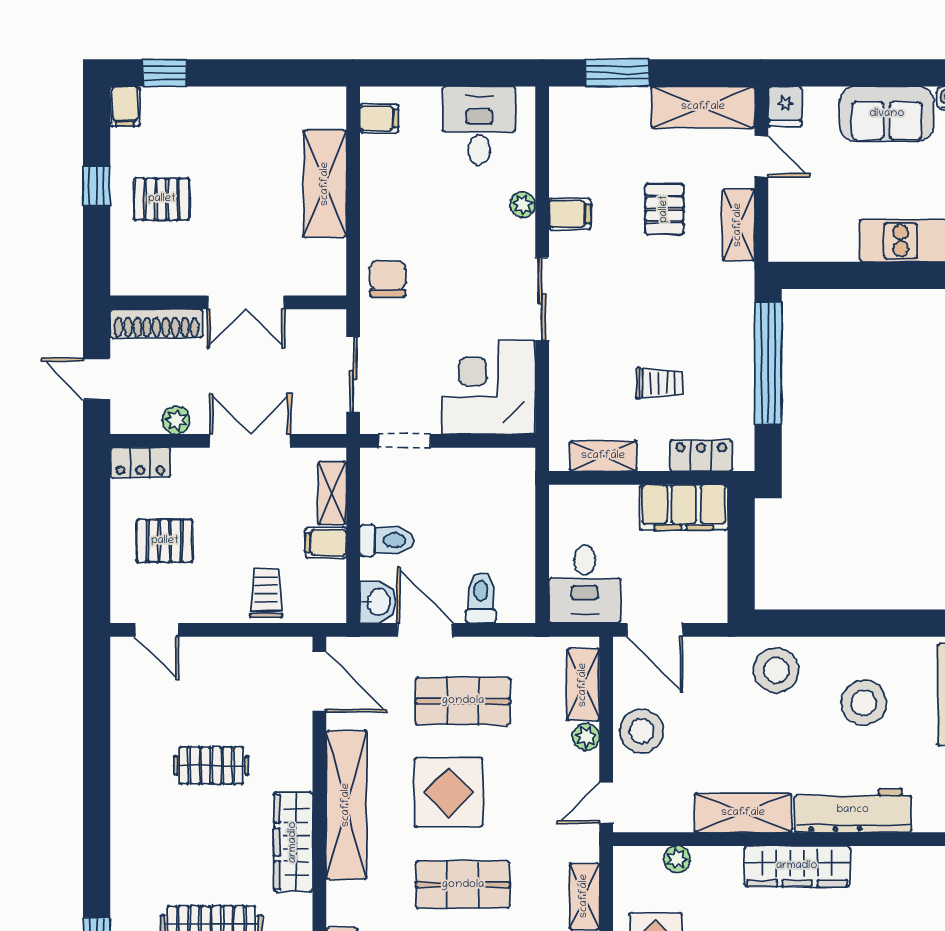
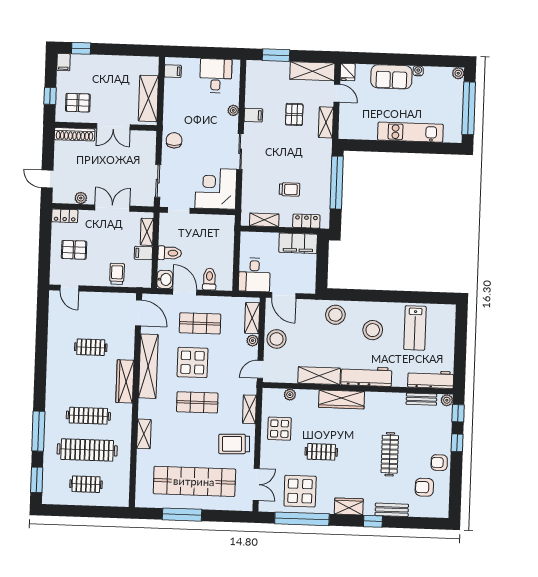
wall: (228, 302) -> (106, 126), moved
double door: (246, 302) -> (113, 127), moved
shoe rack: (157, 324) -> (75, 134), moved

